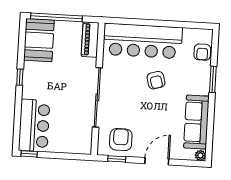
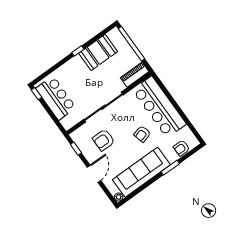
booth: (39, 40) -> (98, 52), moved
sofa: (196, 122) -> (141, 172), width x1.36, depth x1.27
bar counter: (34, 125) -> (56, 98), moved, turned -90
armchair: (121, 140) -> (104, 140), moved, turned 180
door: (157, 161) -> (94, 174), hinge flipped

